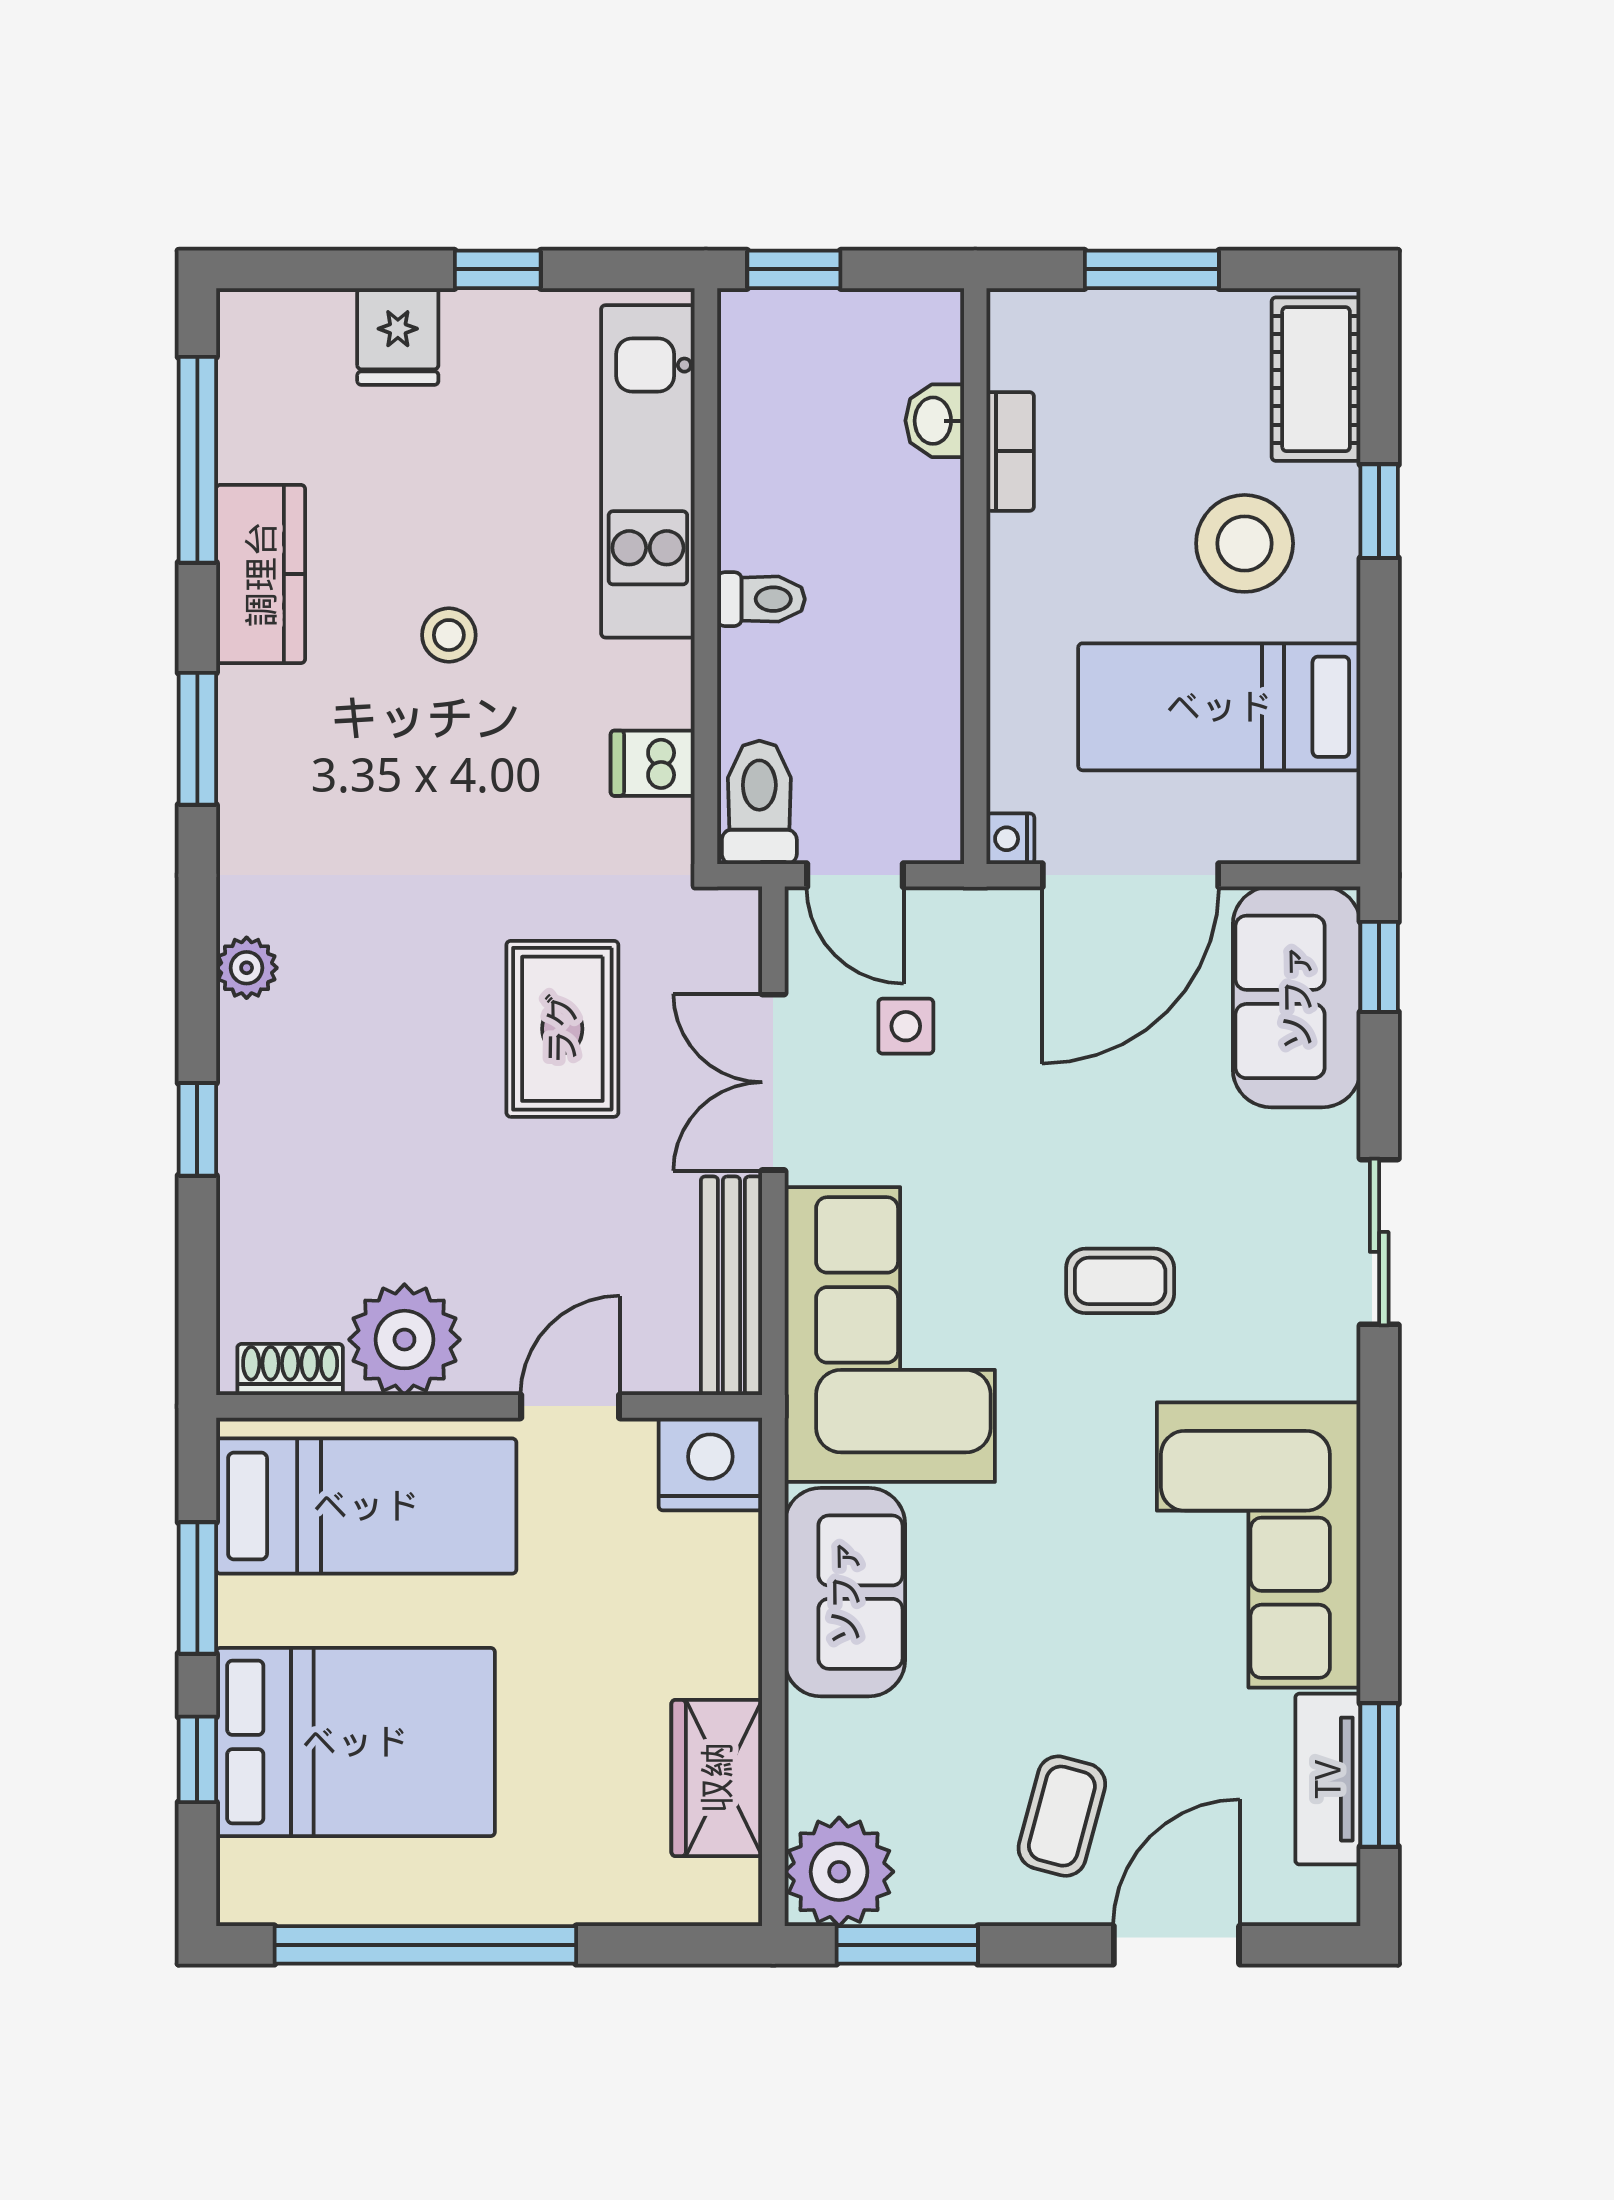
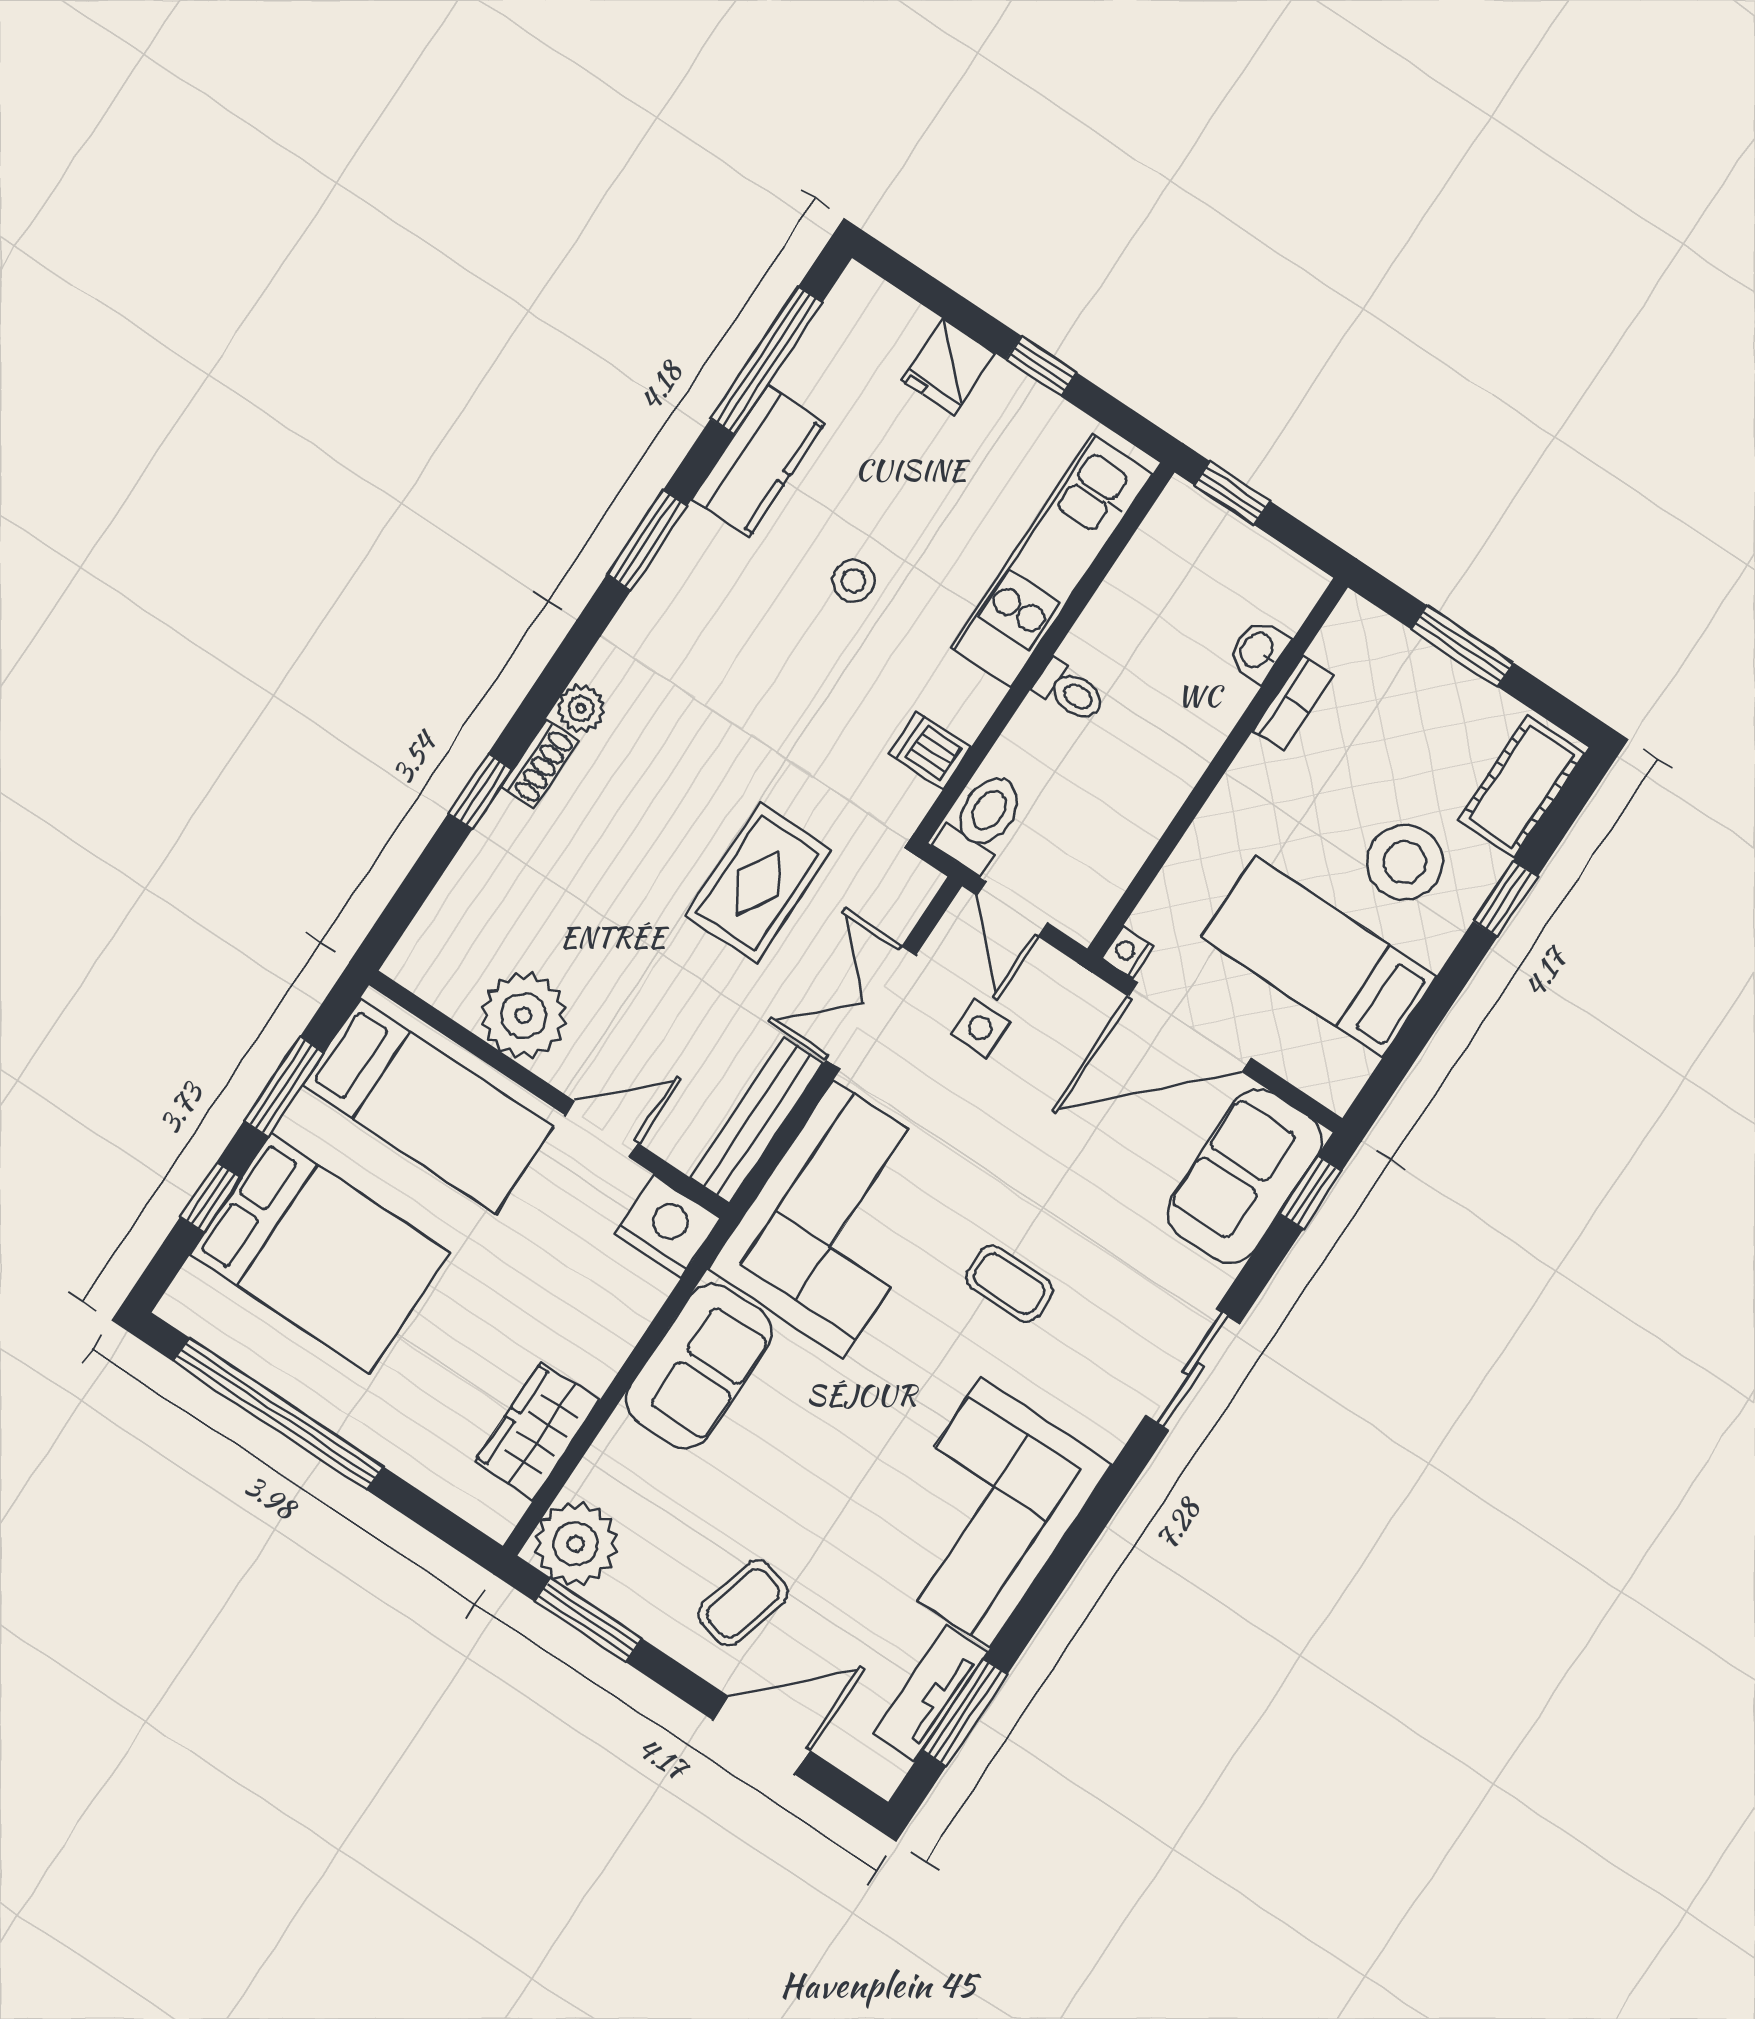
shoe rack: (290, 1369) -> (540, 764), moved, turned 90

